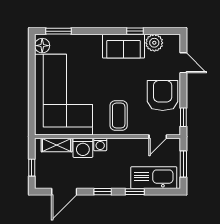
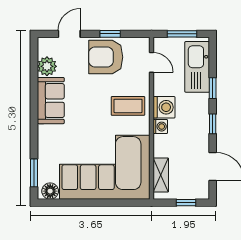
window: (135, 31) -> (34, 88), removed
window: (183, 117) -> (110, 34), moved
washing machine: (83, 148) -> (164, 107), moved

